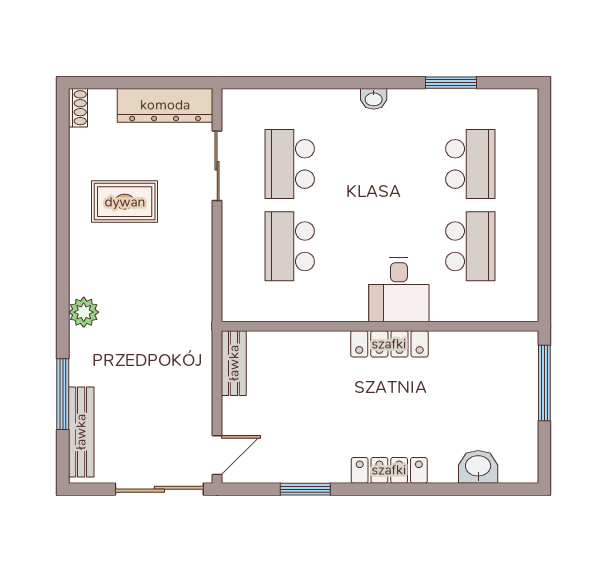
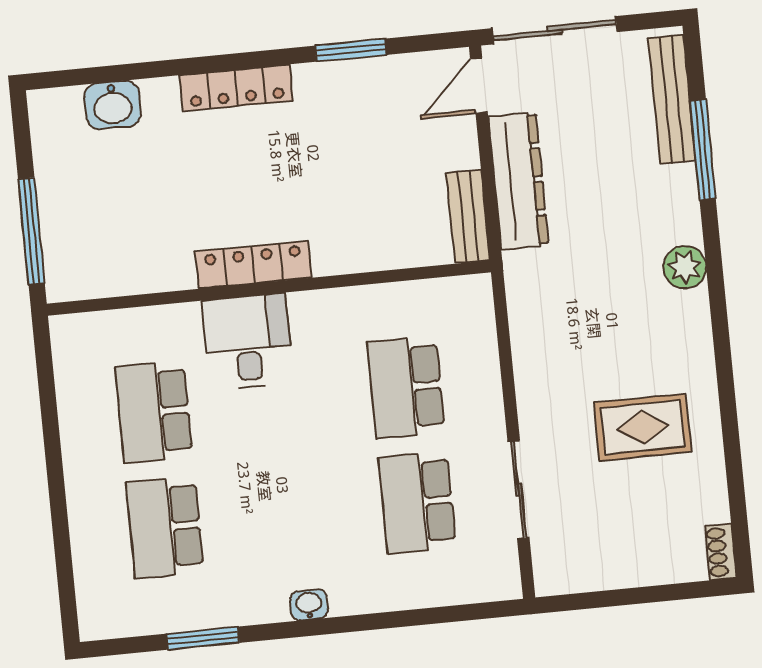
dresser: (165, 105) -> (518, 181), moved, turned 90
school desk: (290, 164) -> (417, 502), turned 180
school desk: (290, 246) -> (406, 387), turned 180

